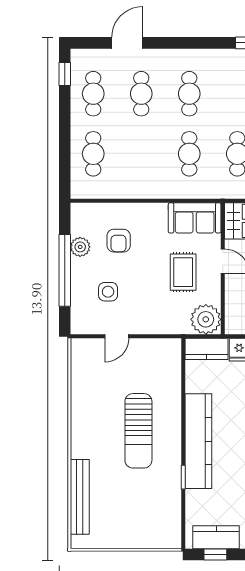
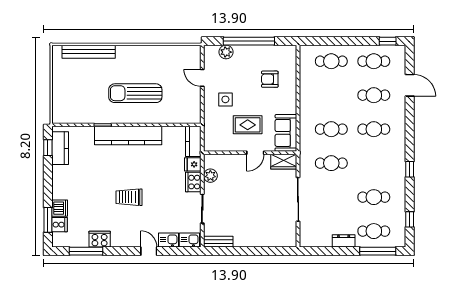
plant: (80, 247) -> (226, 52), moved
side table: (108, 292) -> (225, 99), moved
plant: (206, 319) -> (214, 141), removed

